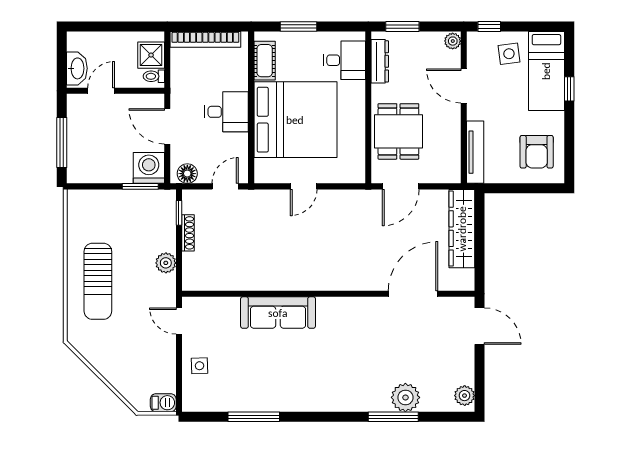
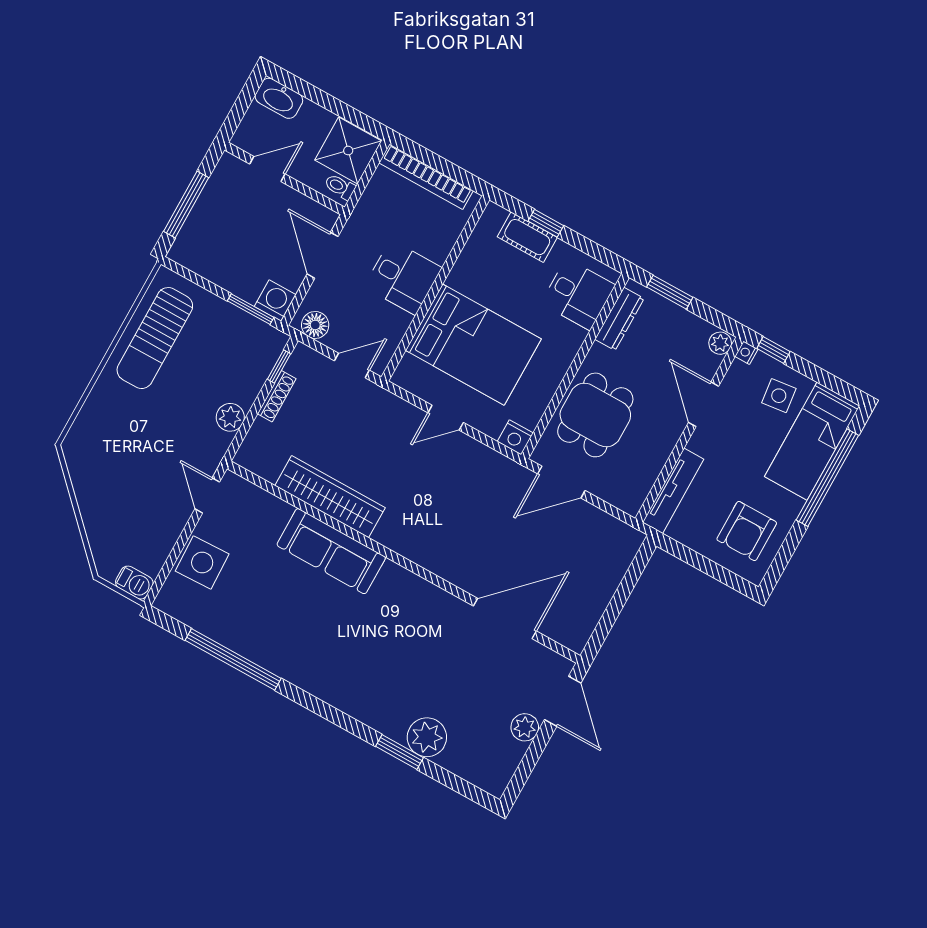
window: (299, 26) -> (546, 223), width x0.67
nightstand: (473, 38) -> (746, 353), added
shower: (151, 55) -> (348, 151), width x1.36, depth x1.36
cot: (265, 61) -> (527, 237), moved, turned 90
washbasin: (77, 68) -> (279, 98), moved, turned 90
window: (569, 89) -> (827, 478), width x3.17
bed: (295, 120) -> (473, 345), width x0.73
washing machine: (149, 168) -> (275, 301), width x0.73, depth x0.73
nightstand: (355, 174) -> (515, 437), added
wardrobe: (462, 229) -> (330, 497), moved, turned 90
sun lounger: (98, 281) -> (155, 338), moved
side table: (200, 366) -> (202, 563), width x1.87, depth x1.87
plant: (465, 396) -> (525, 727), moved
window: (254, 417) -> (233, 659), width x1.46
window: (393, 417) -> (400, 752), width x0.69

